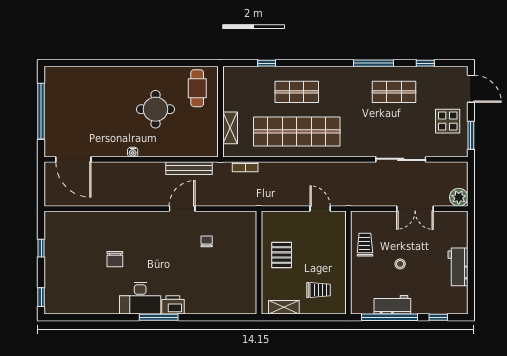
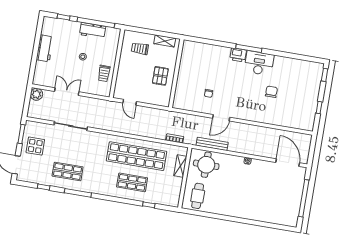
round table: (156, 109) -> (206, 165), moved

